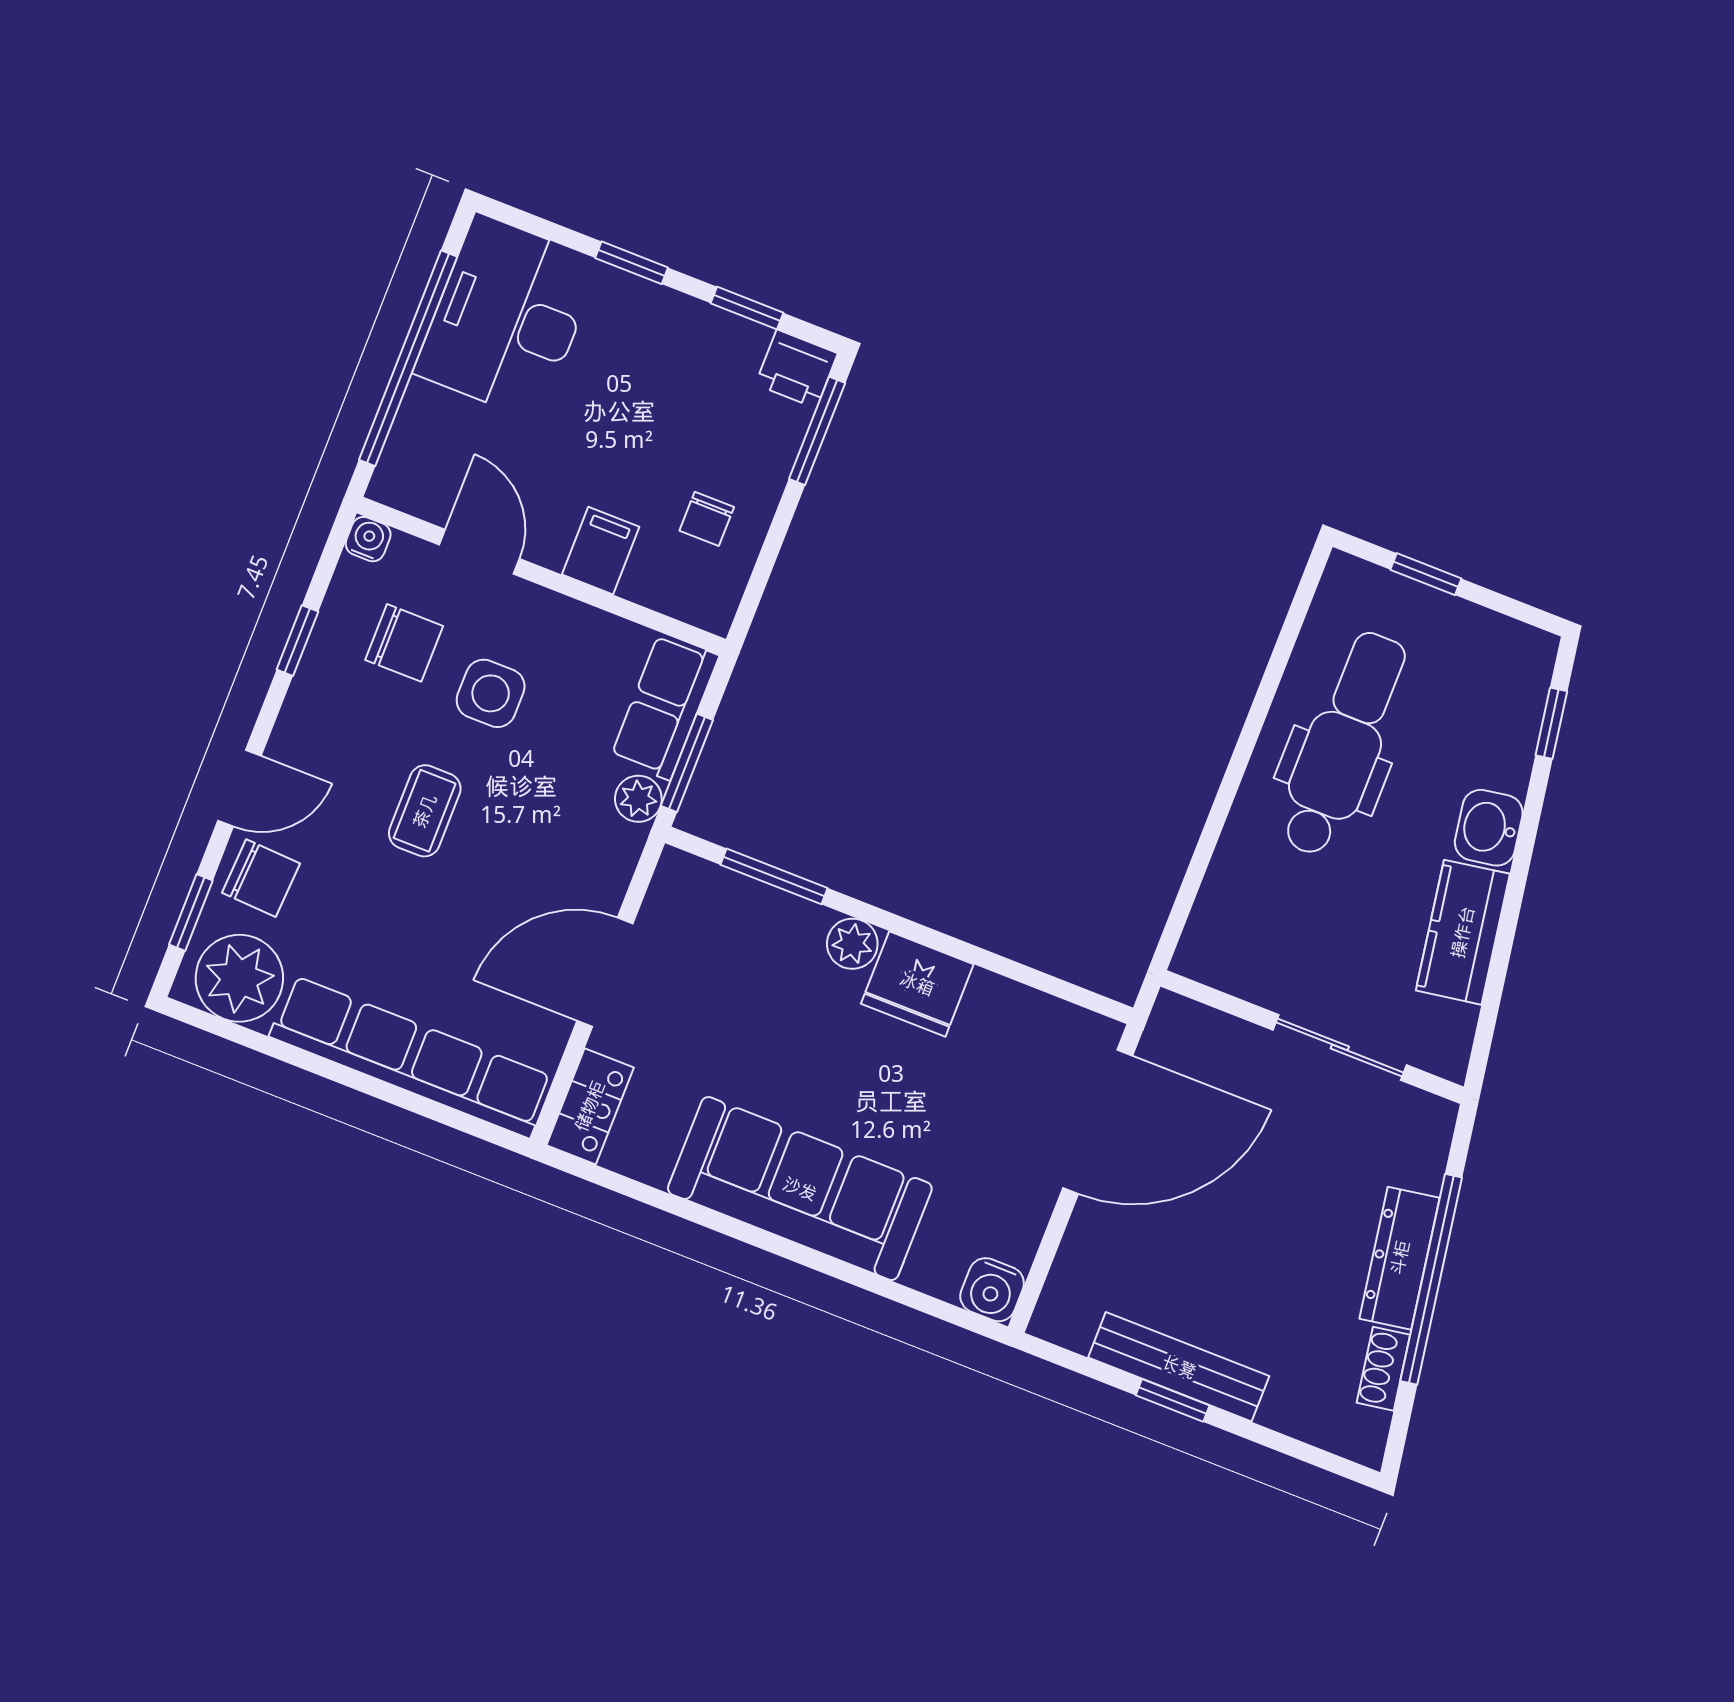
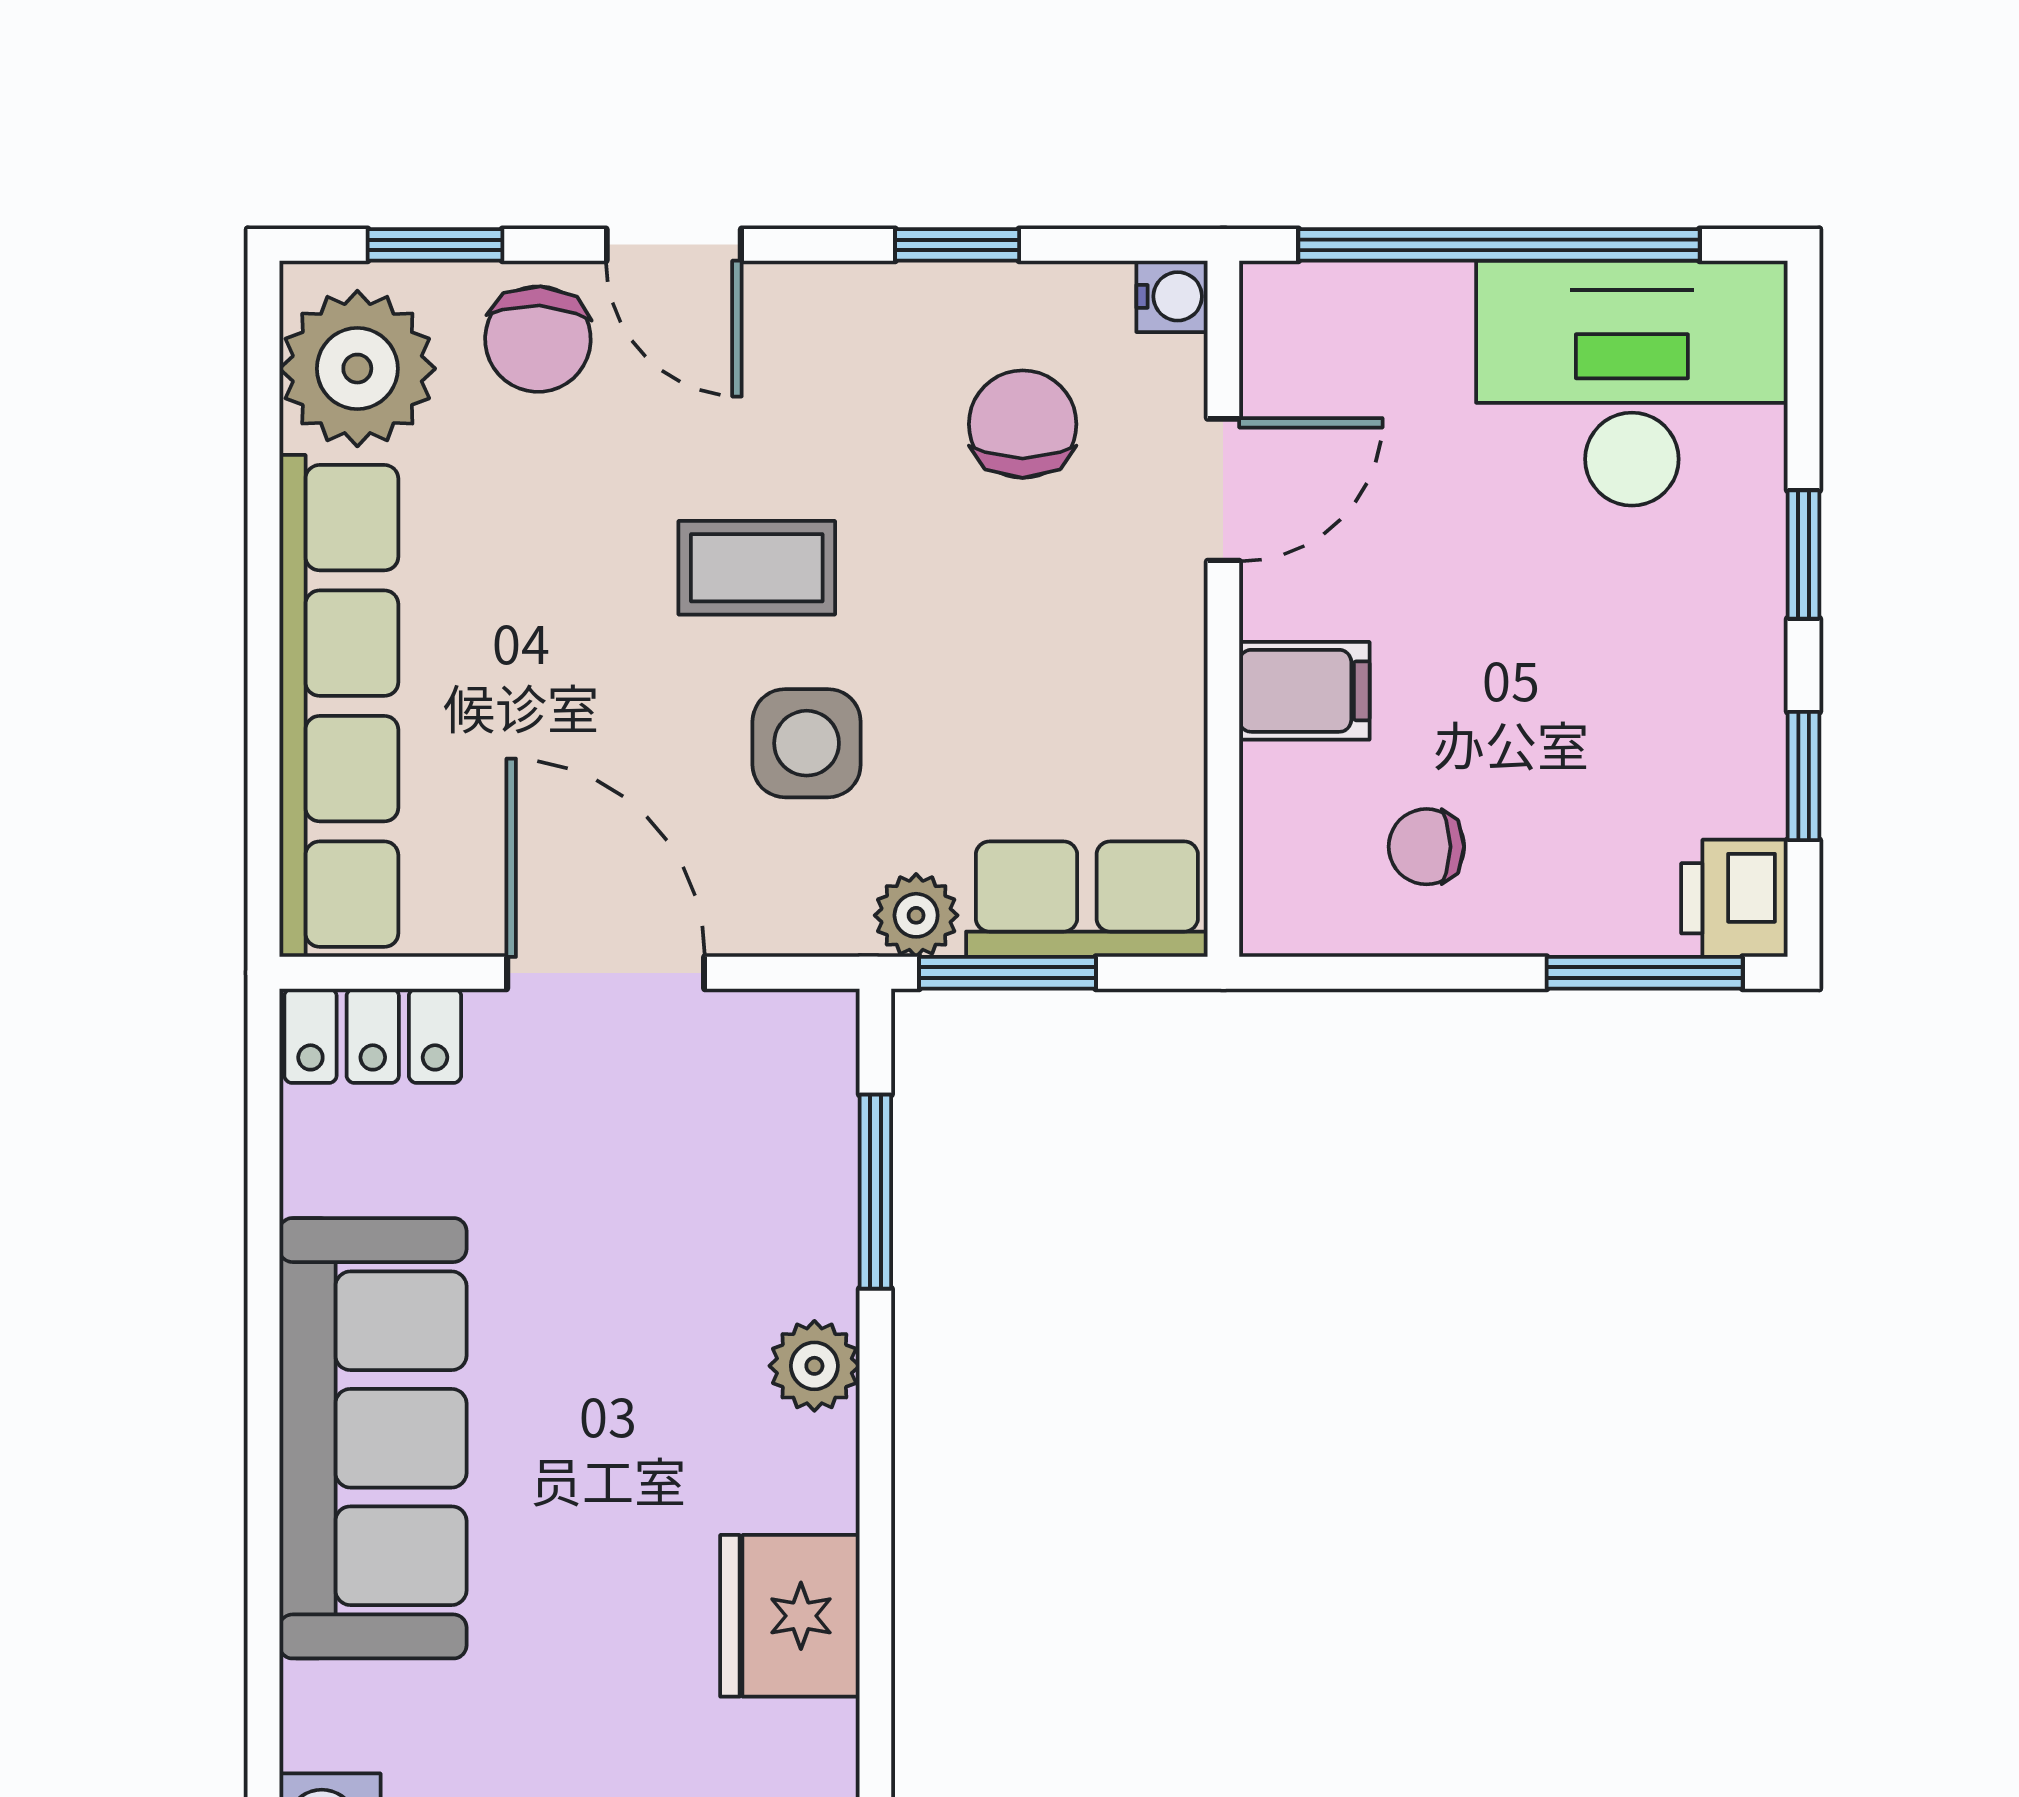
chair: (404, 643) -> (1023, 424), turned 180
side table: (491, 693) -> (807, 743), moved
fridge: (917, 984) -> (790, 1616), moved

